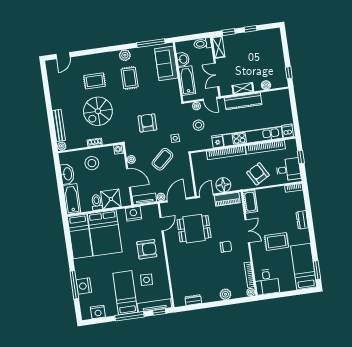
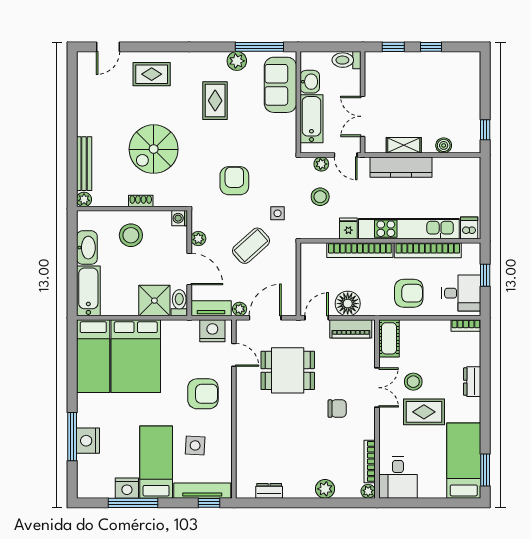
shelving: (219, 47) -> (373, 70), removed
plant: (125, 55) -> (237, 61), moved
rug: (95, 81) -> (152, 74), moved
armchair: (258, 174) -> (409, 293), turned 120
toilet: (97, 202) -> (179, 303), moved
nightstand: (134, 214) -> (212, 331), moved
door: (162, 224) -> (234, 355), hinge flipped
stool: (268, 225) -> (413, 382), added
nightstand: (98, 312) -> (127, 488), moved
window: (129, 316) -> (133, 503), moved

